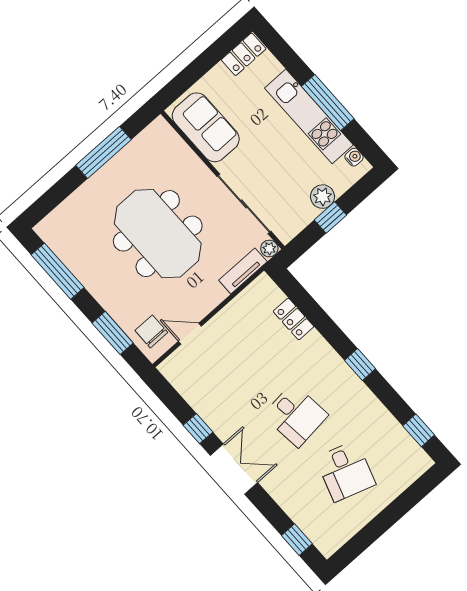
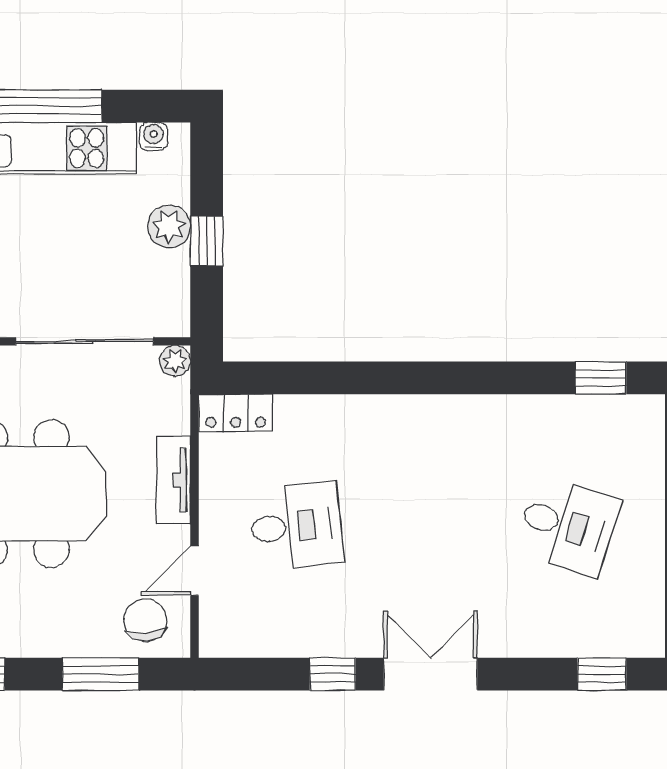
tv unit: (243, 271) -> (174, 480), moved
locker: (294, 319) -> (236, 413), moved
chair: (151, 331) -> (145, 620), turned 85
window: (360, 365) -> (441, 378), removed
desk: (296, 415) -> (296, 526), moved

